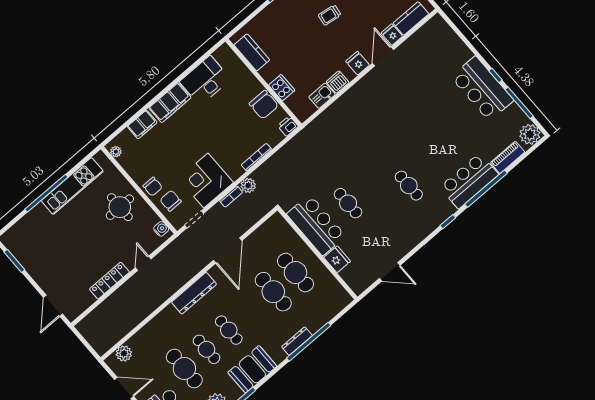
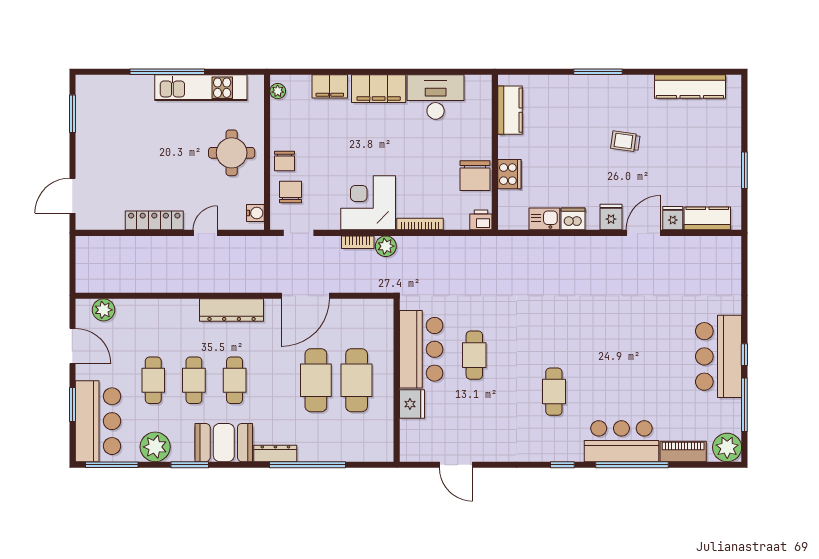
corner desk: (206, 181) -> (368, 203), moved
dresser: (297, 341) -> (275, 453), moved
cafe table: (184, 368) -> (153, 380), width x0.73, depth x0.74

